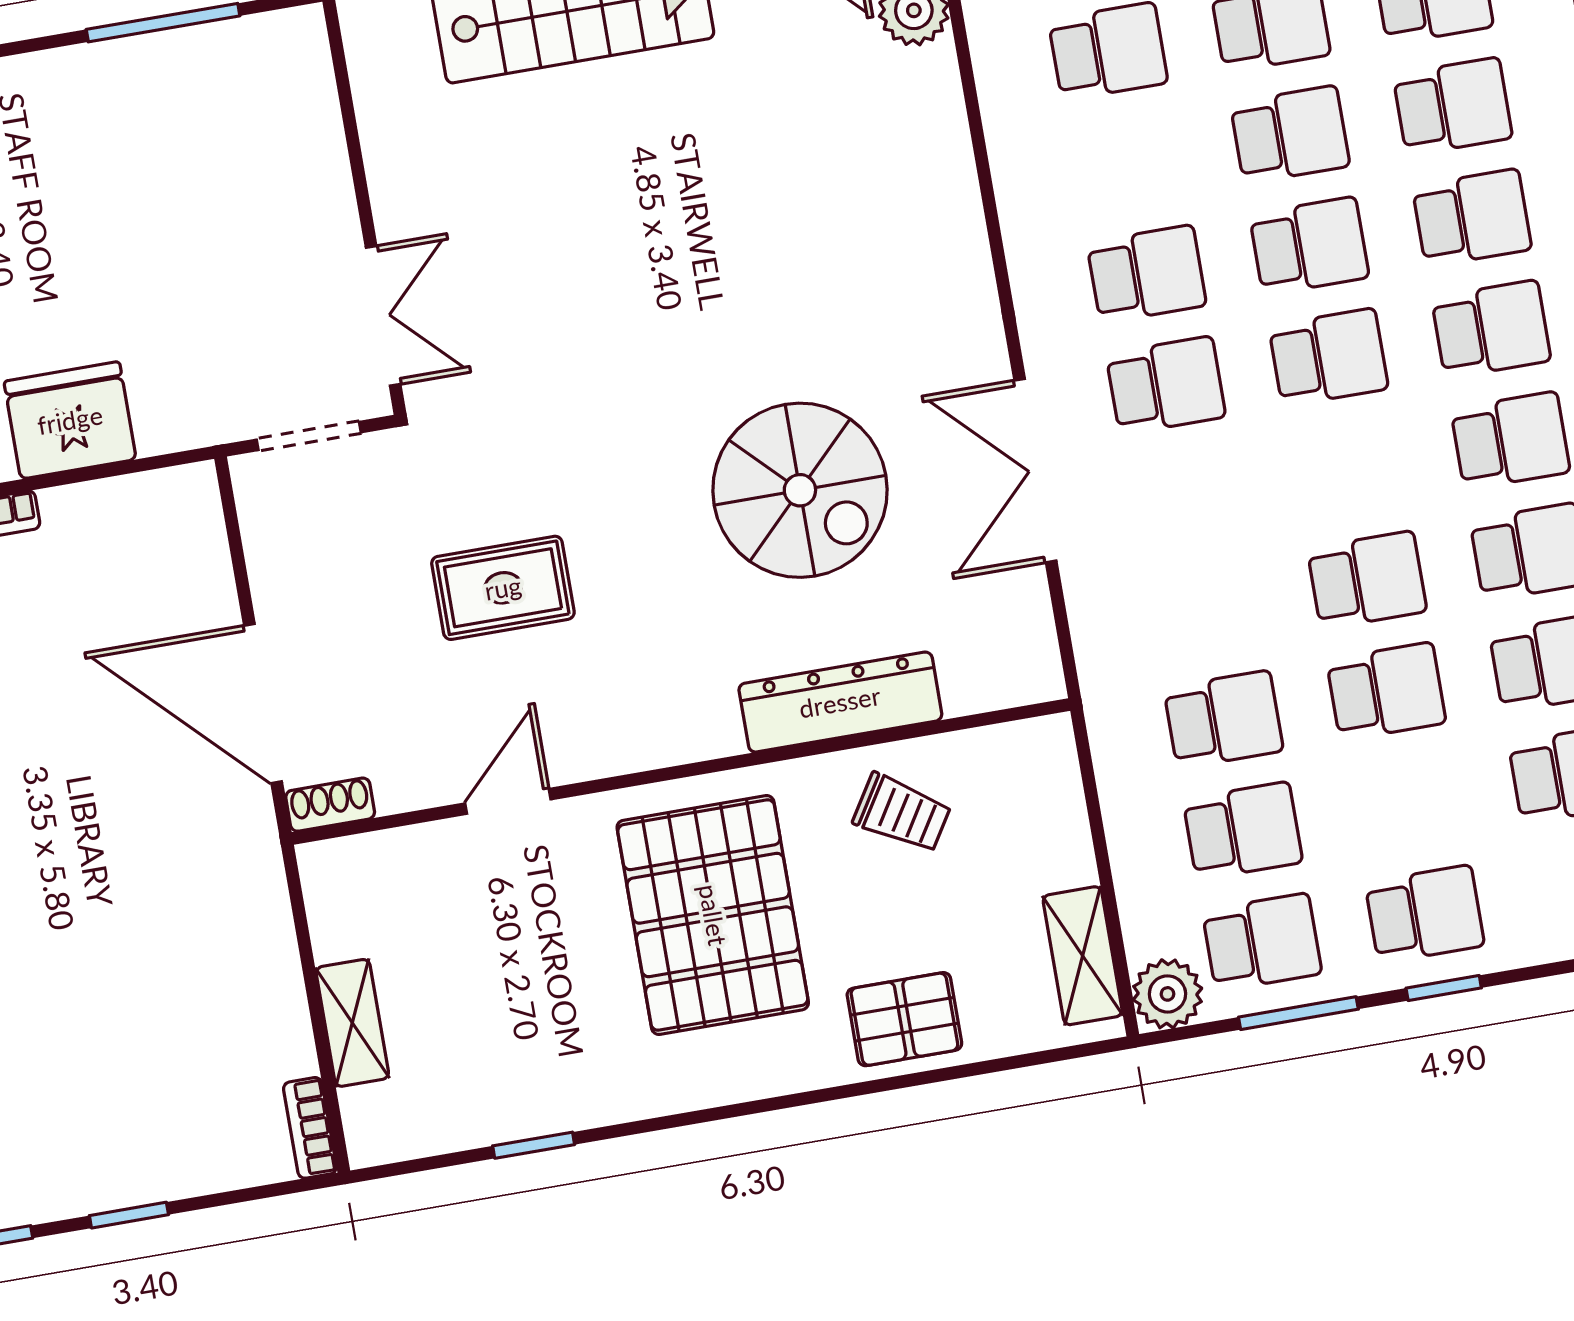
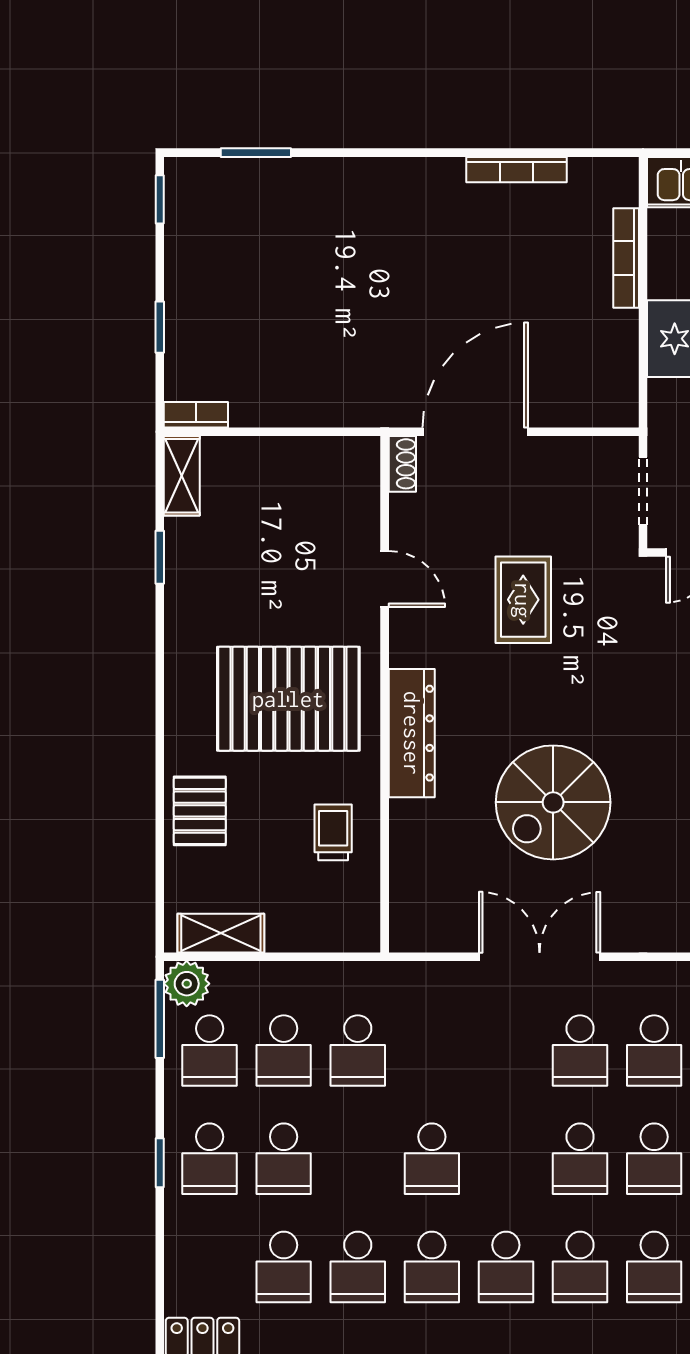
school desk: (1386, 691) -> (284, 1159), moved
dresser: (840, 702) -> (412, 733), moved
trolley: (902, 813) -> (333, 832), turned 148
window: (1298, 1013) -> (160, 1019), moved
shelving: (352, 1023) -> (182, 476), moved, turned 90
window: (129, 1215) -> (160, 327), moved

